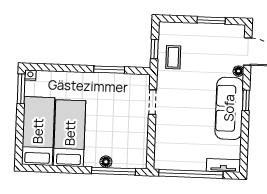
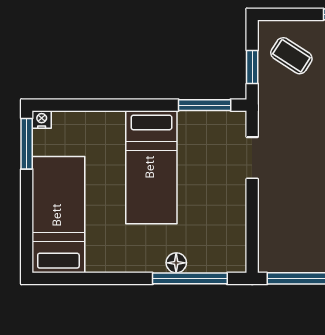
coffee table: (173, 57) -> (291, 56), moved, turned -57
window: (109, 70) -> (205, 105), moved
bed: (70, 133) -> (151, 167), moved, turned 180

